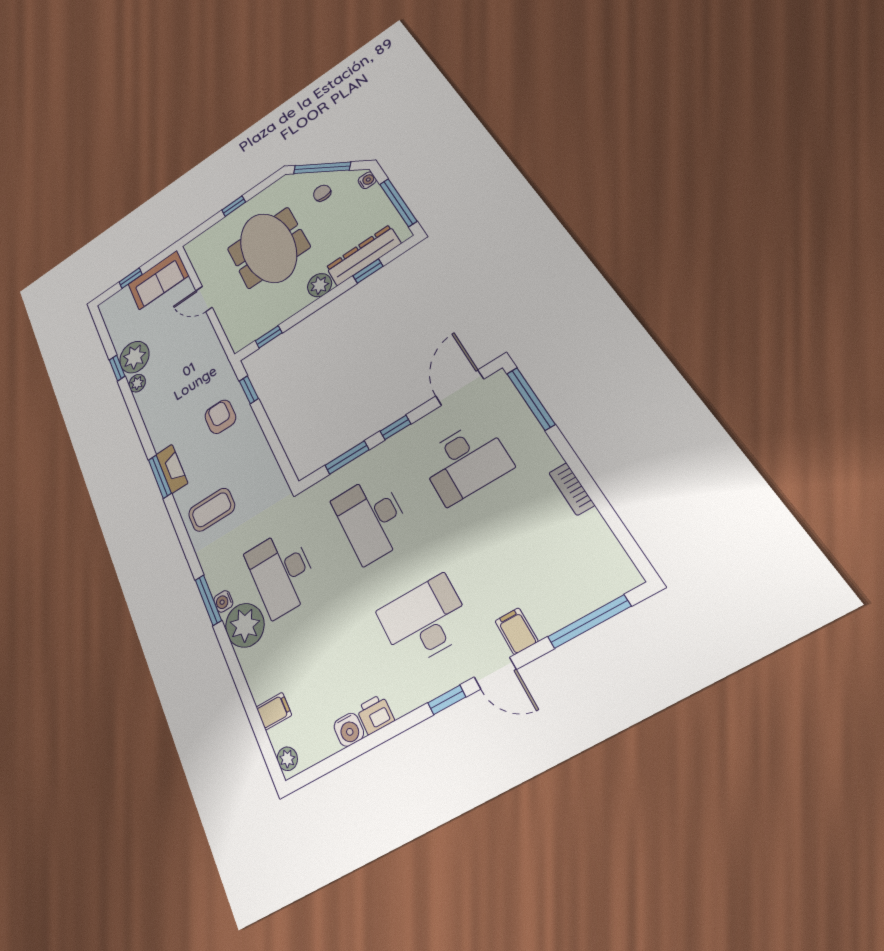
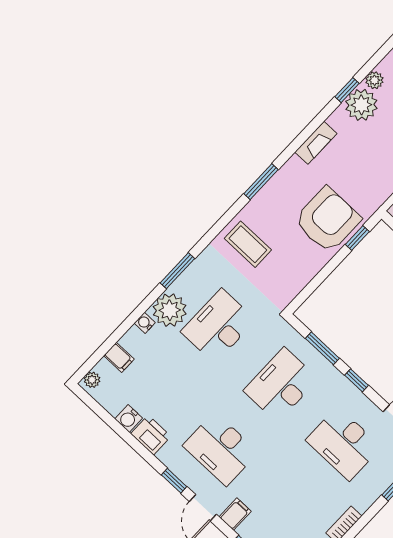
plant: (137, 383) -> (374, 80), moved
armchair: (220, 417) -> (327, 220), width x1.88, depth x1.88
fireplace: (172, 469) -> (316, 143), moved
water cooler: (223, 601) -> (145, 323), moved
desk: (425, 621) -> (221, 449), turned 180
printer: (375, 714) -> (151, 435), width x1.36, depth x1.24

